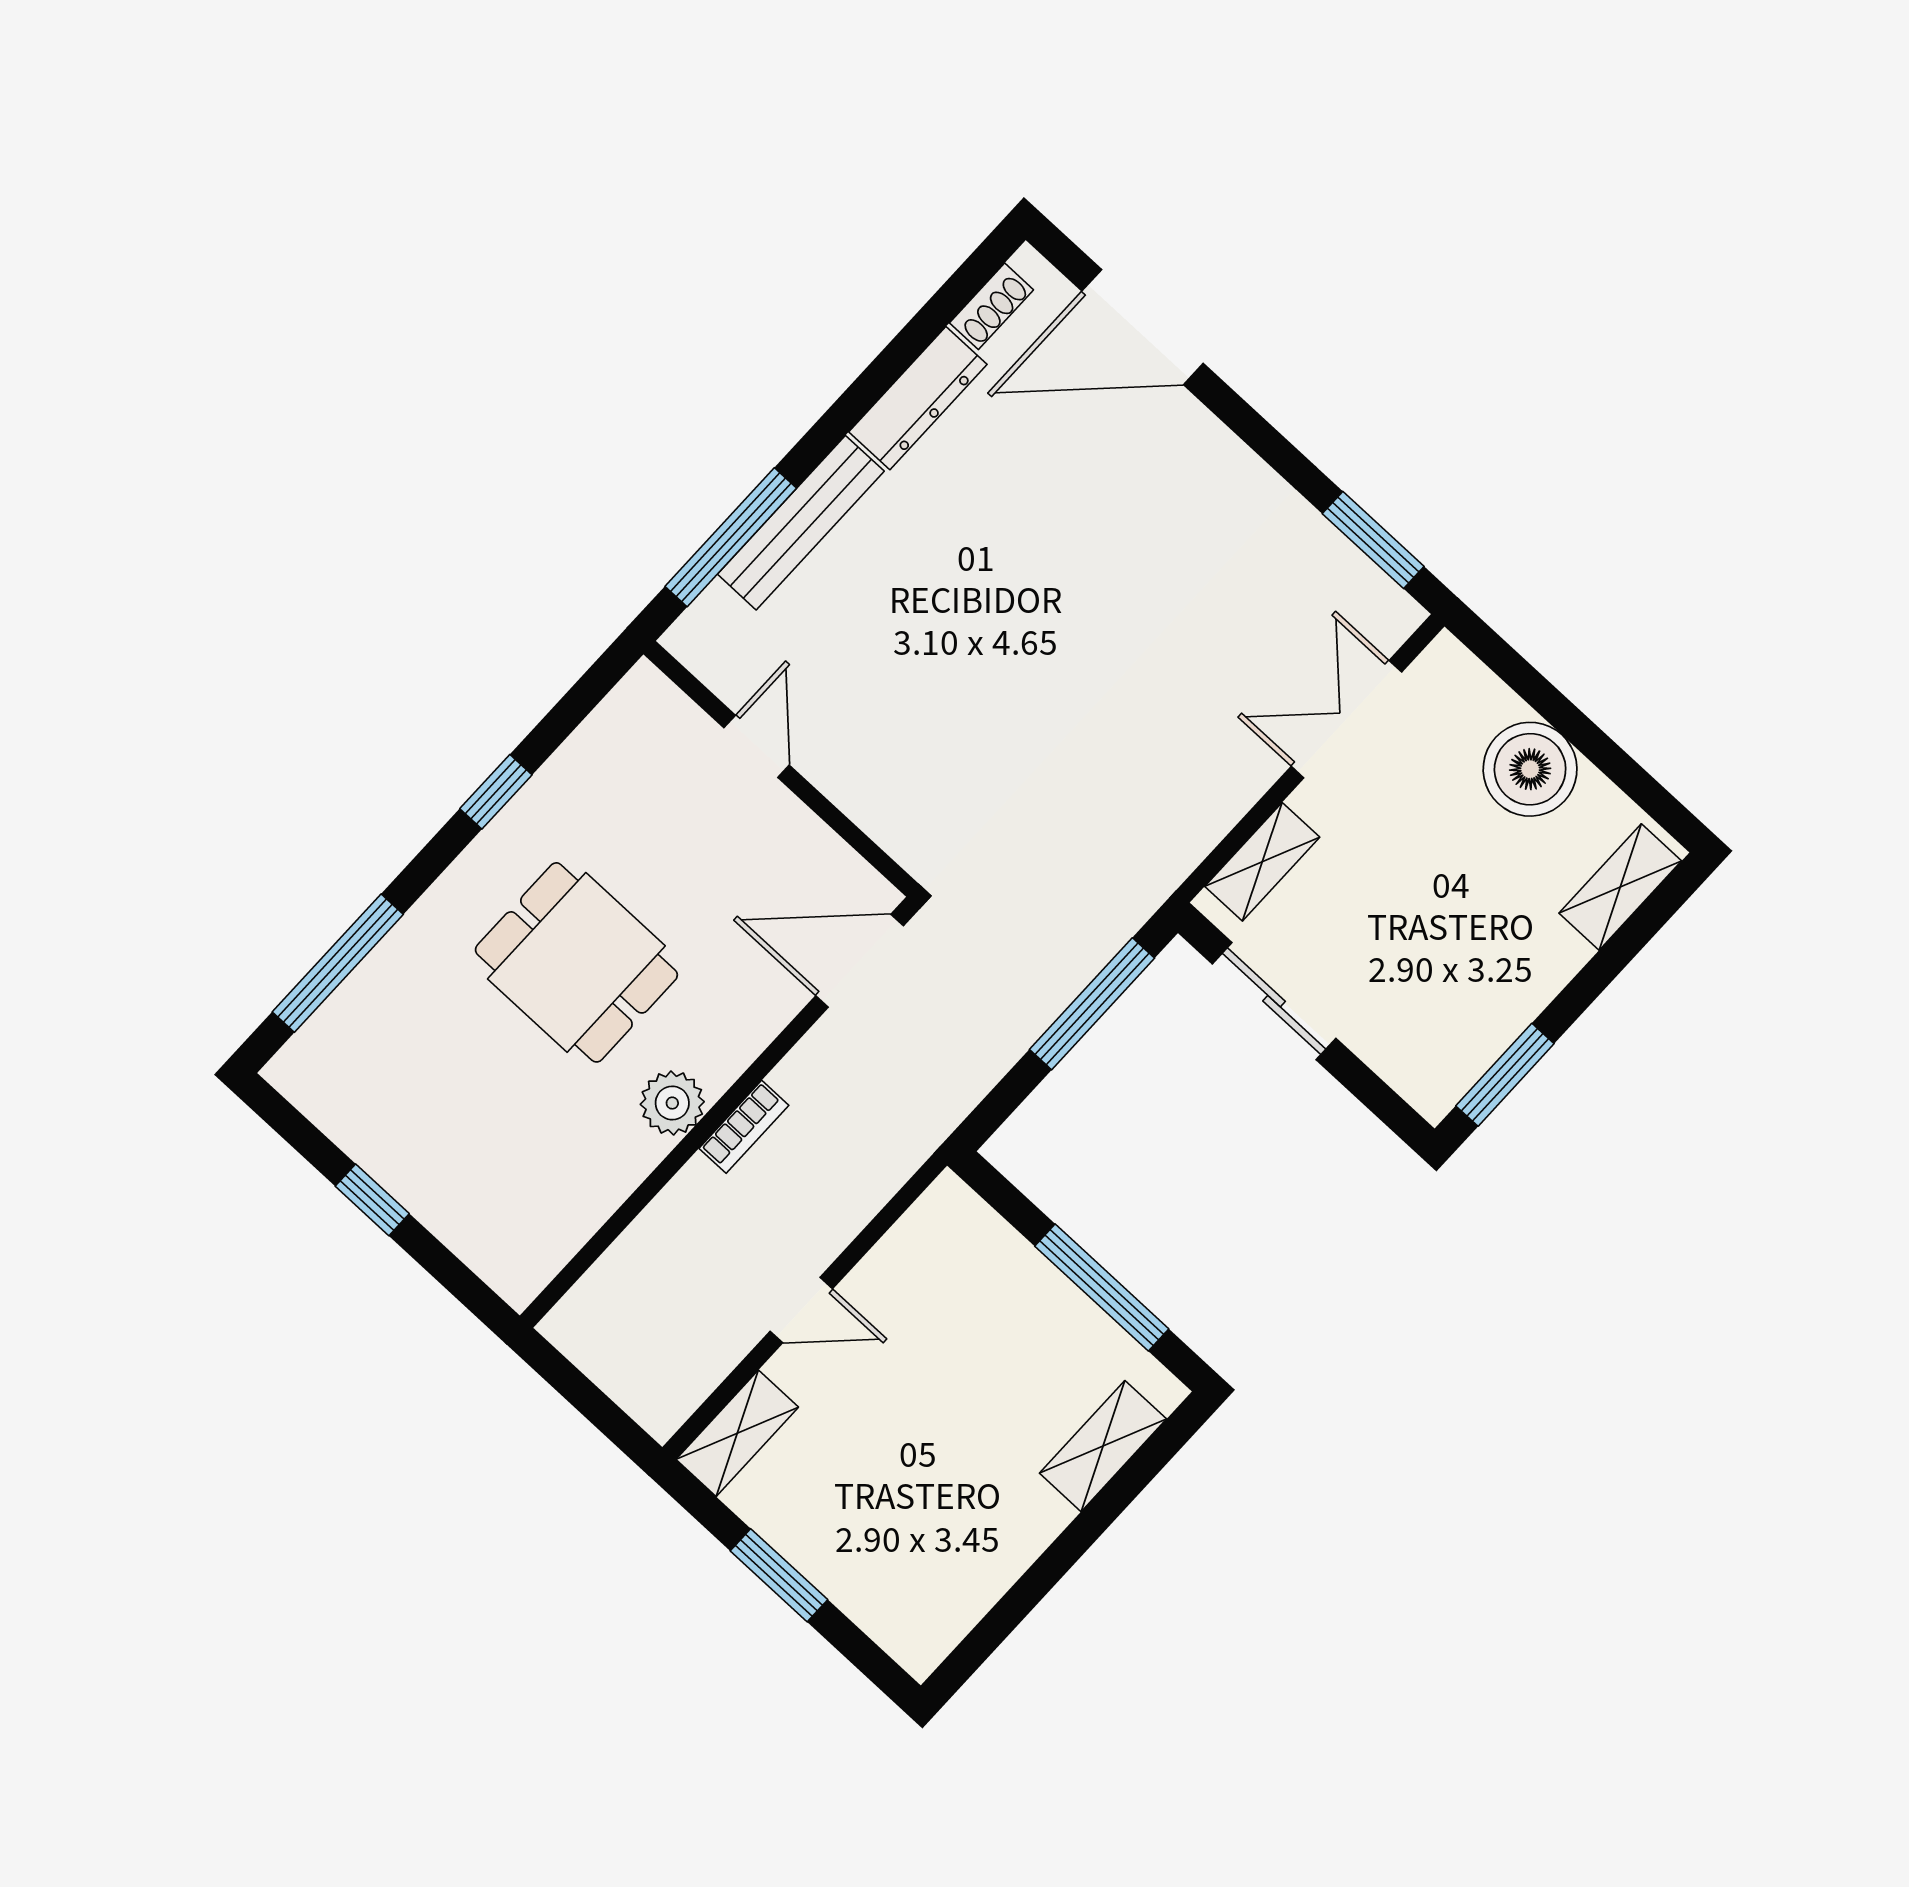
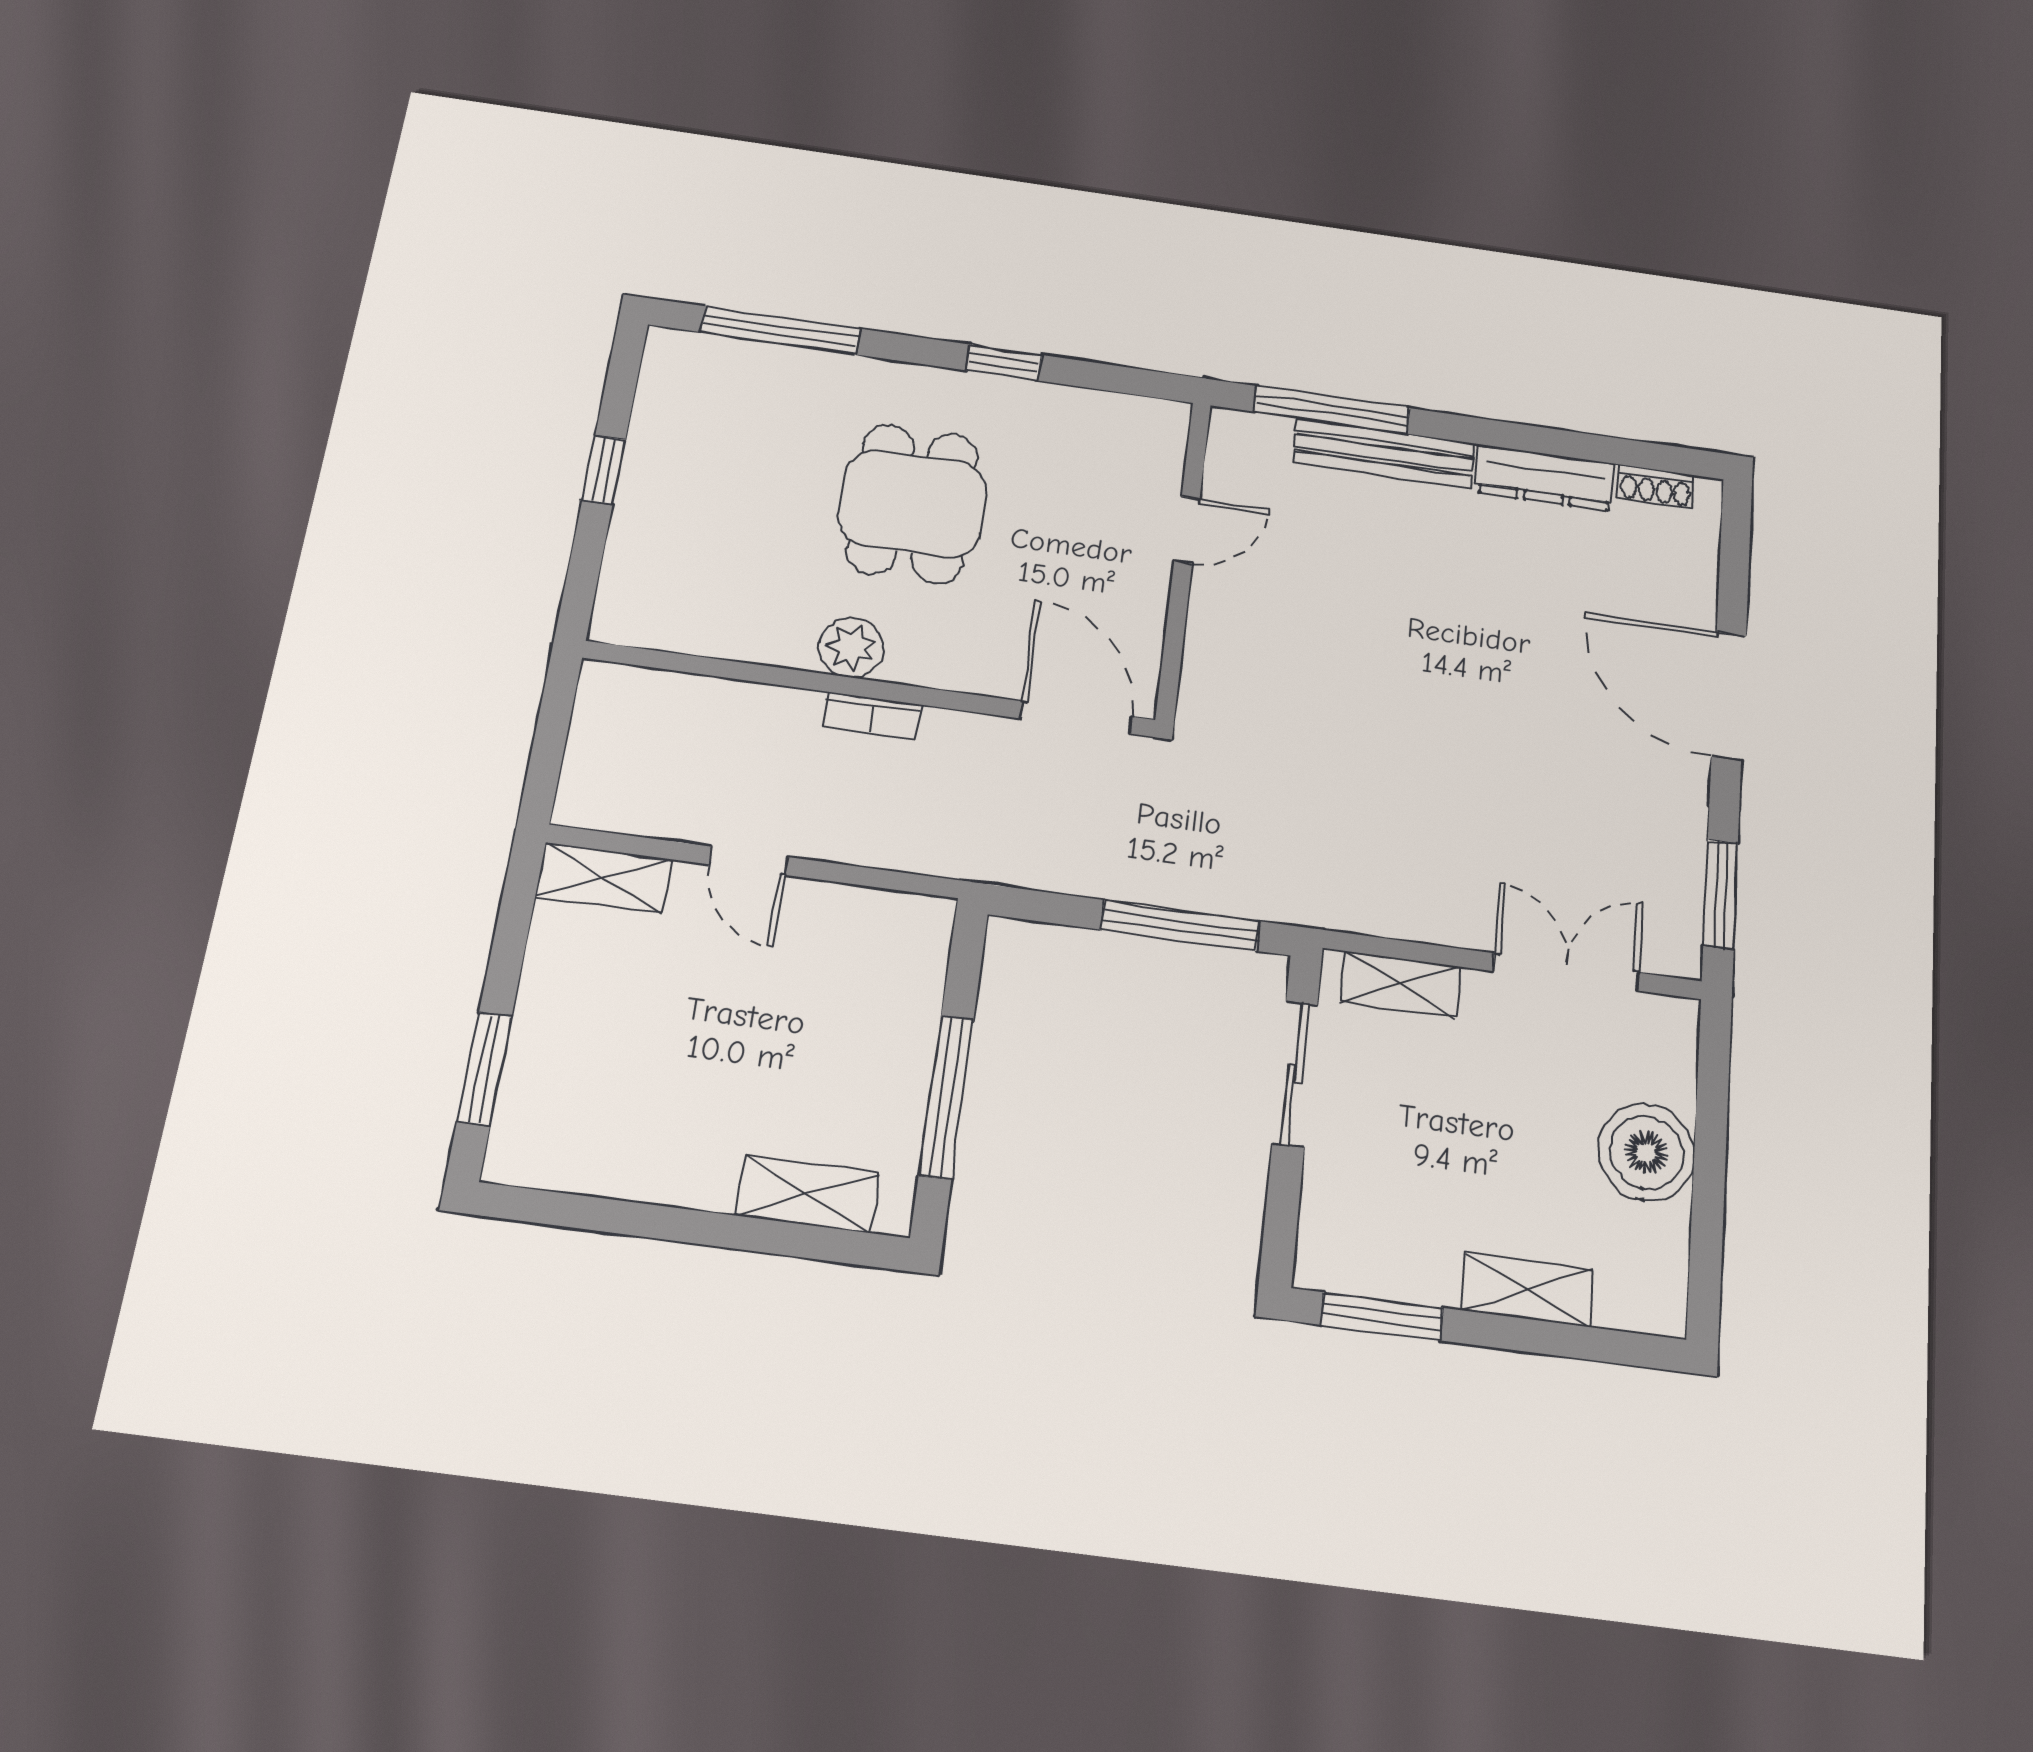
door: (1143, 327) -> (1729, 696), moved
shelving: (1620, 887) -> (1527, 1290), moved
window: (779, 1575) -> (484, 1069), moved

